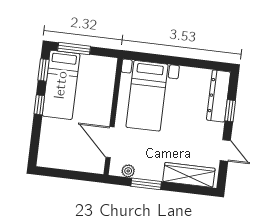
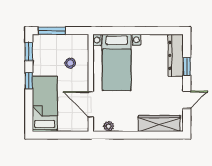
bed: (61, 85) -> (45, 104), moved, turned 180
stool: (91, 90) -> (70, 63), added
door: (225, 151) -> (187, 100), hinge flipped
window: (146, 184) -> (125, 135), removed

